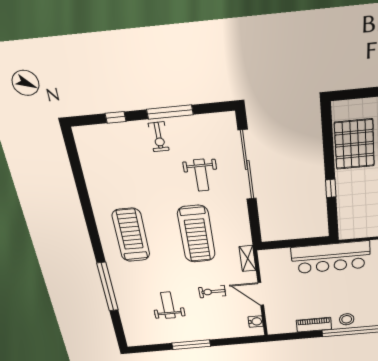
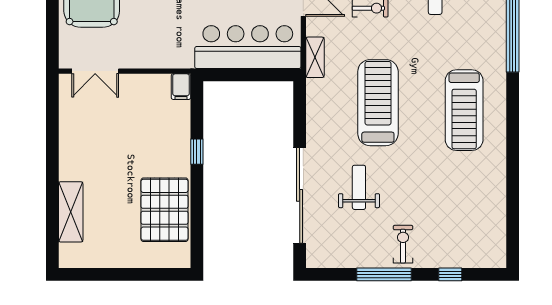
filing cabinet: (345, 231) -> (181, 87), added
bar counter: (331, 257) -> (248, 47), moved

